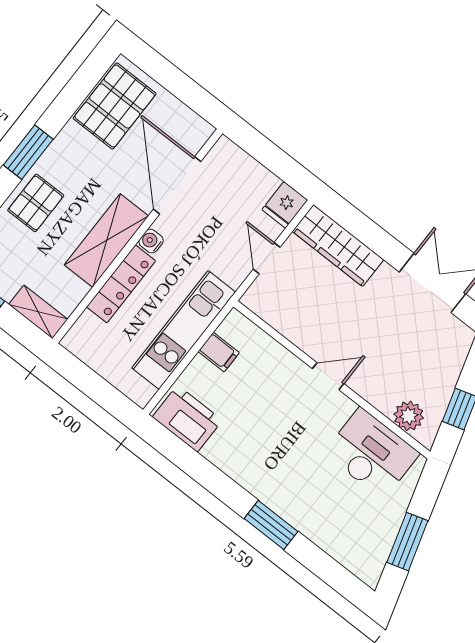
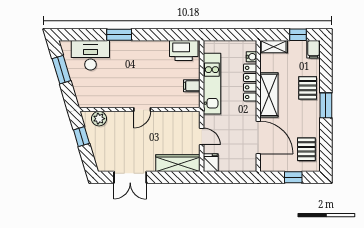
window: (171, 78) -> (293, 177), added
pallet: (115, 106) -> (306, 149), width x0.67, depth x0.71
water cooler: (151, 241) -> (251, 57), moved
desk: (372, 453) -> (90, 55), moved, turned 180

